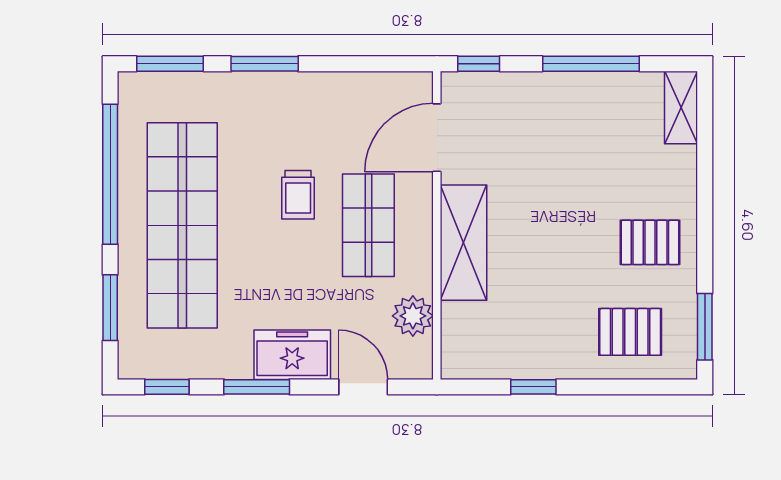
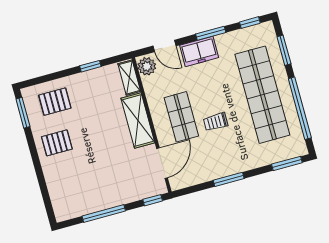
window: (265, 64) -> (229, 179), moved
shelving: (681, 108) -> (129, 78), moved
trolley: (298, 195) -> (216, 122), turned -90
plant: (413, 316) -> (147, 66), moved

